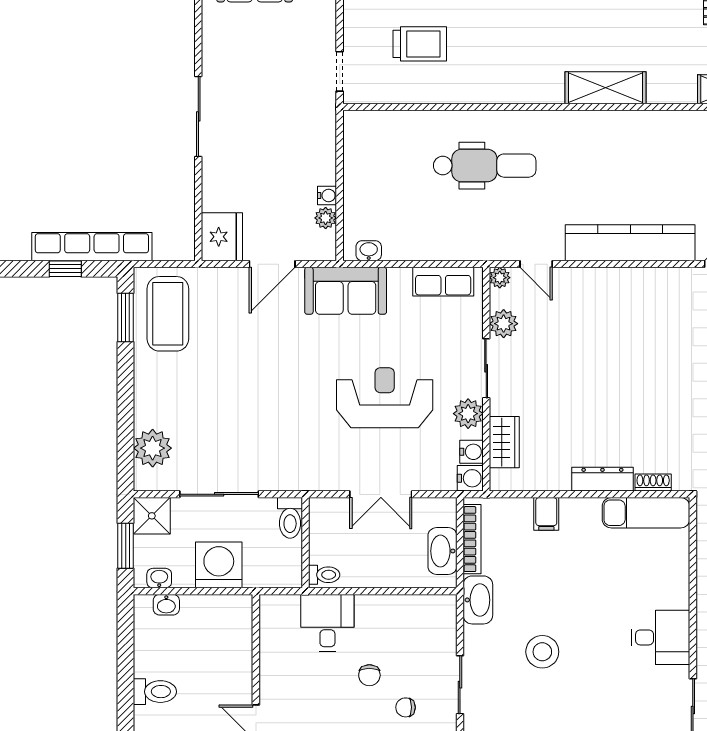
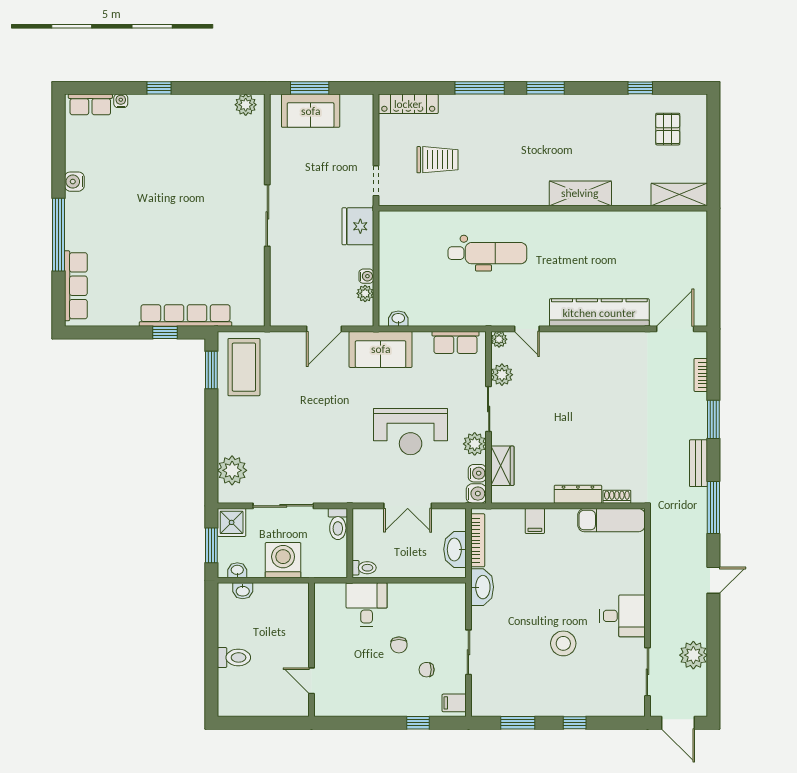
fridge: (222, 237) -> (358, 226), moved, turned 180
reception desk: (385, 398) -> (411, 432), turned 180
stool: (542, 652) -> (563, 643), moved

